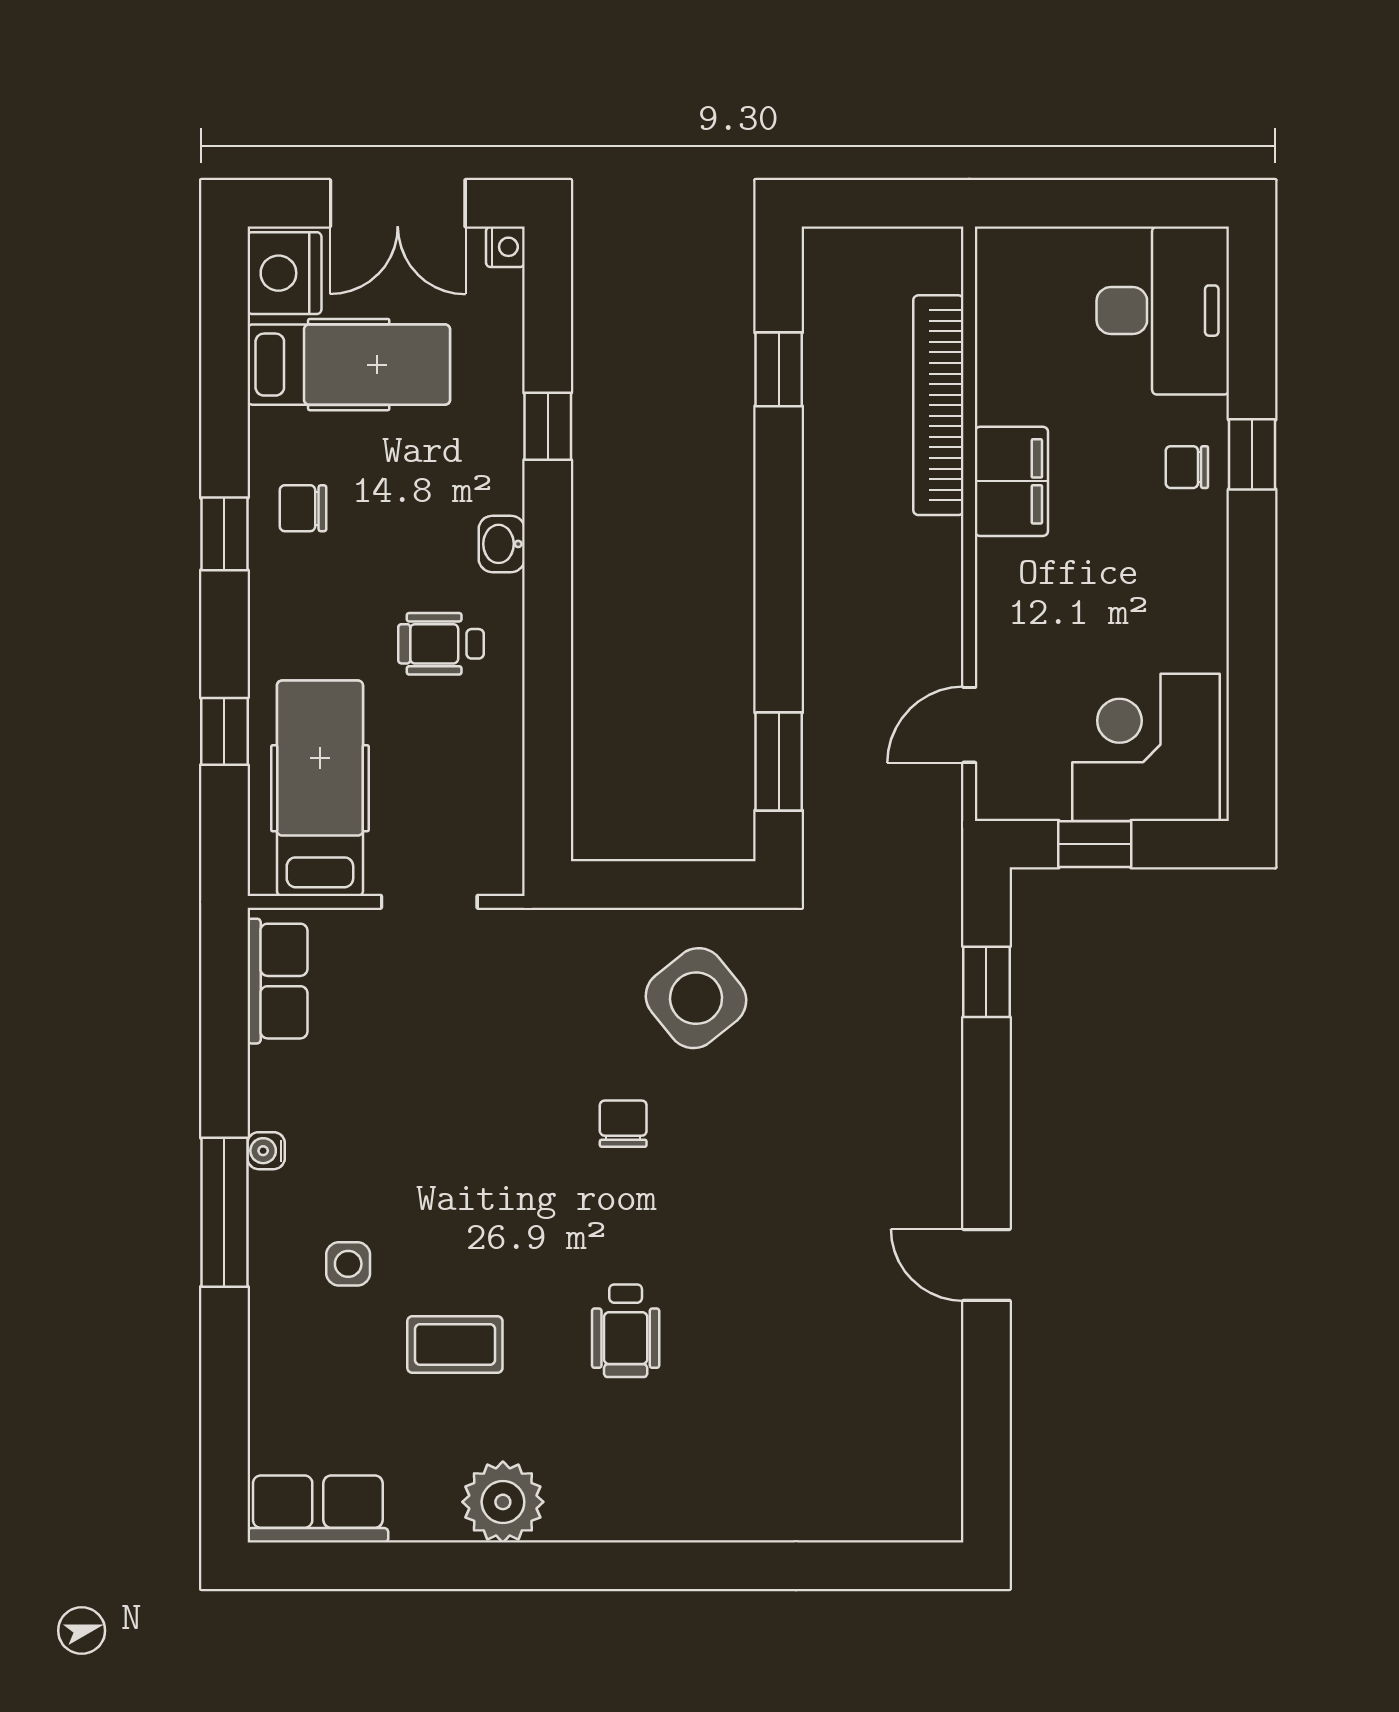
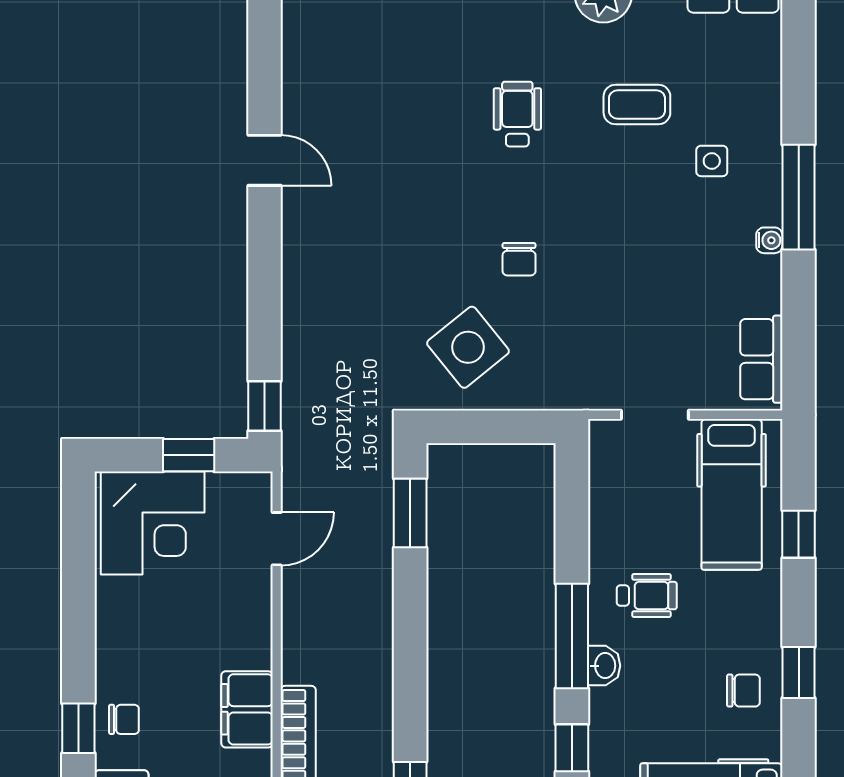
window: (548, 586) -> (572, 636), added
window: (986, 982) -> (264, 406), moved

